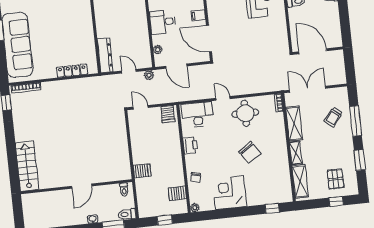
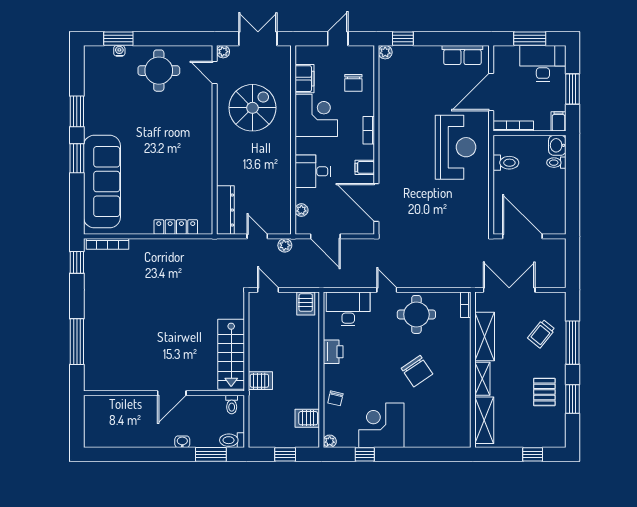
window: (12, 158) -> (77, 342), added
stairs: (27, 166) -> (231, 354), moved, turned 180
pallet: (336, 179) -> (544, 392), moved
window: (272, 208) -> (365, 454), moved

